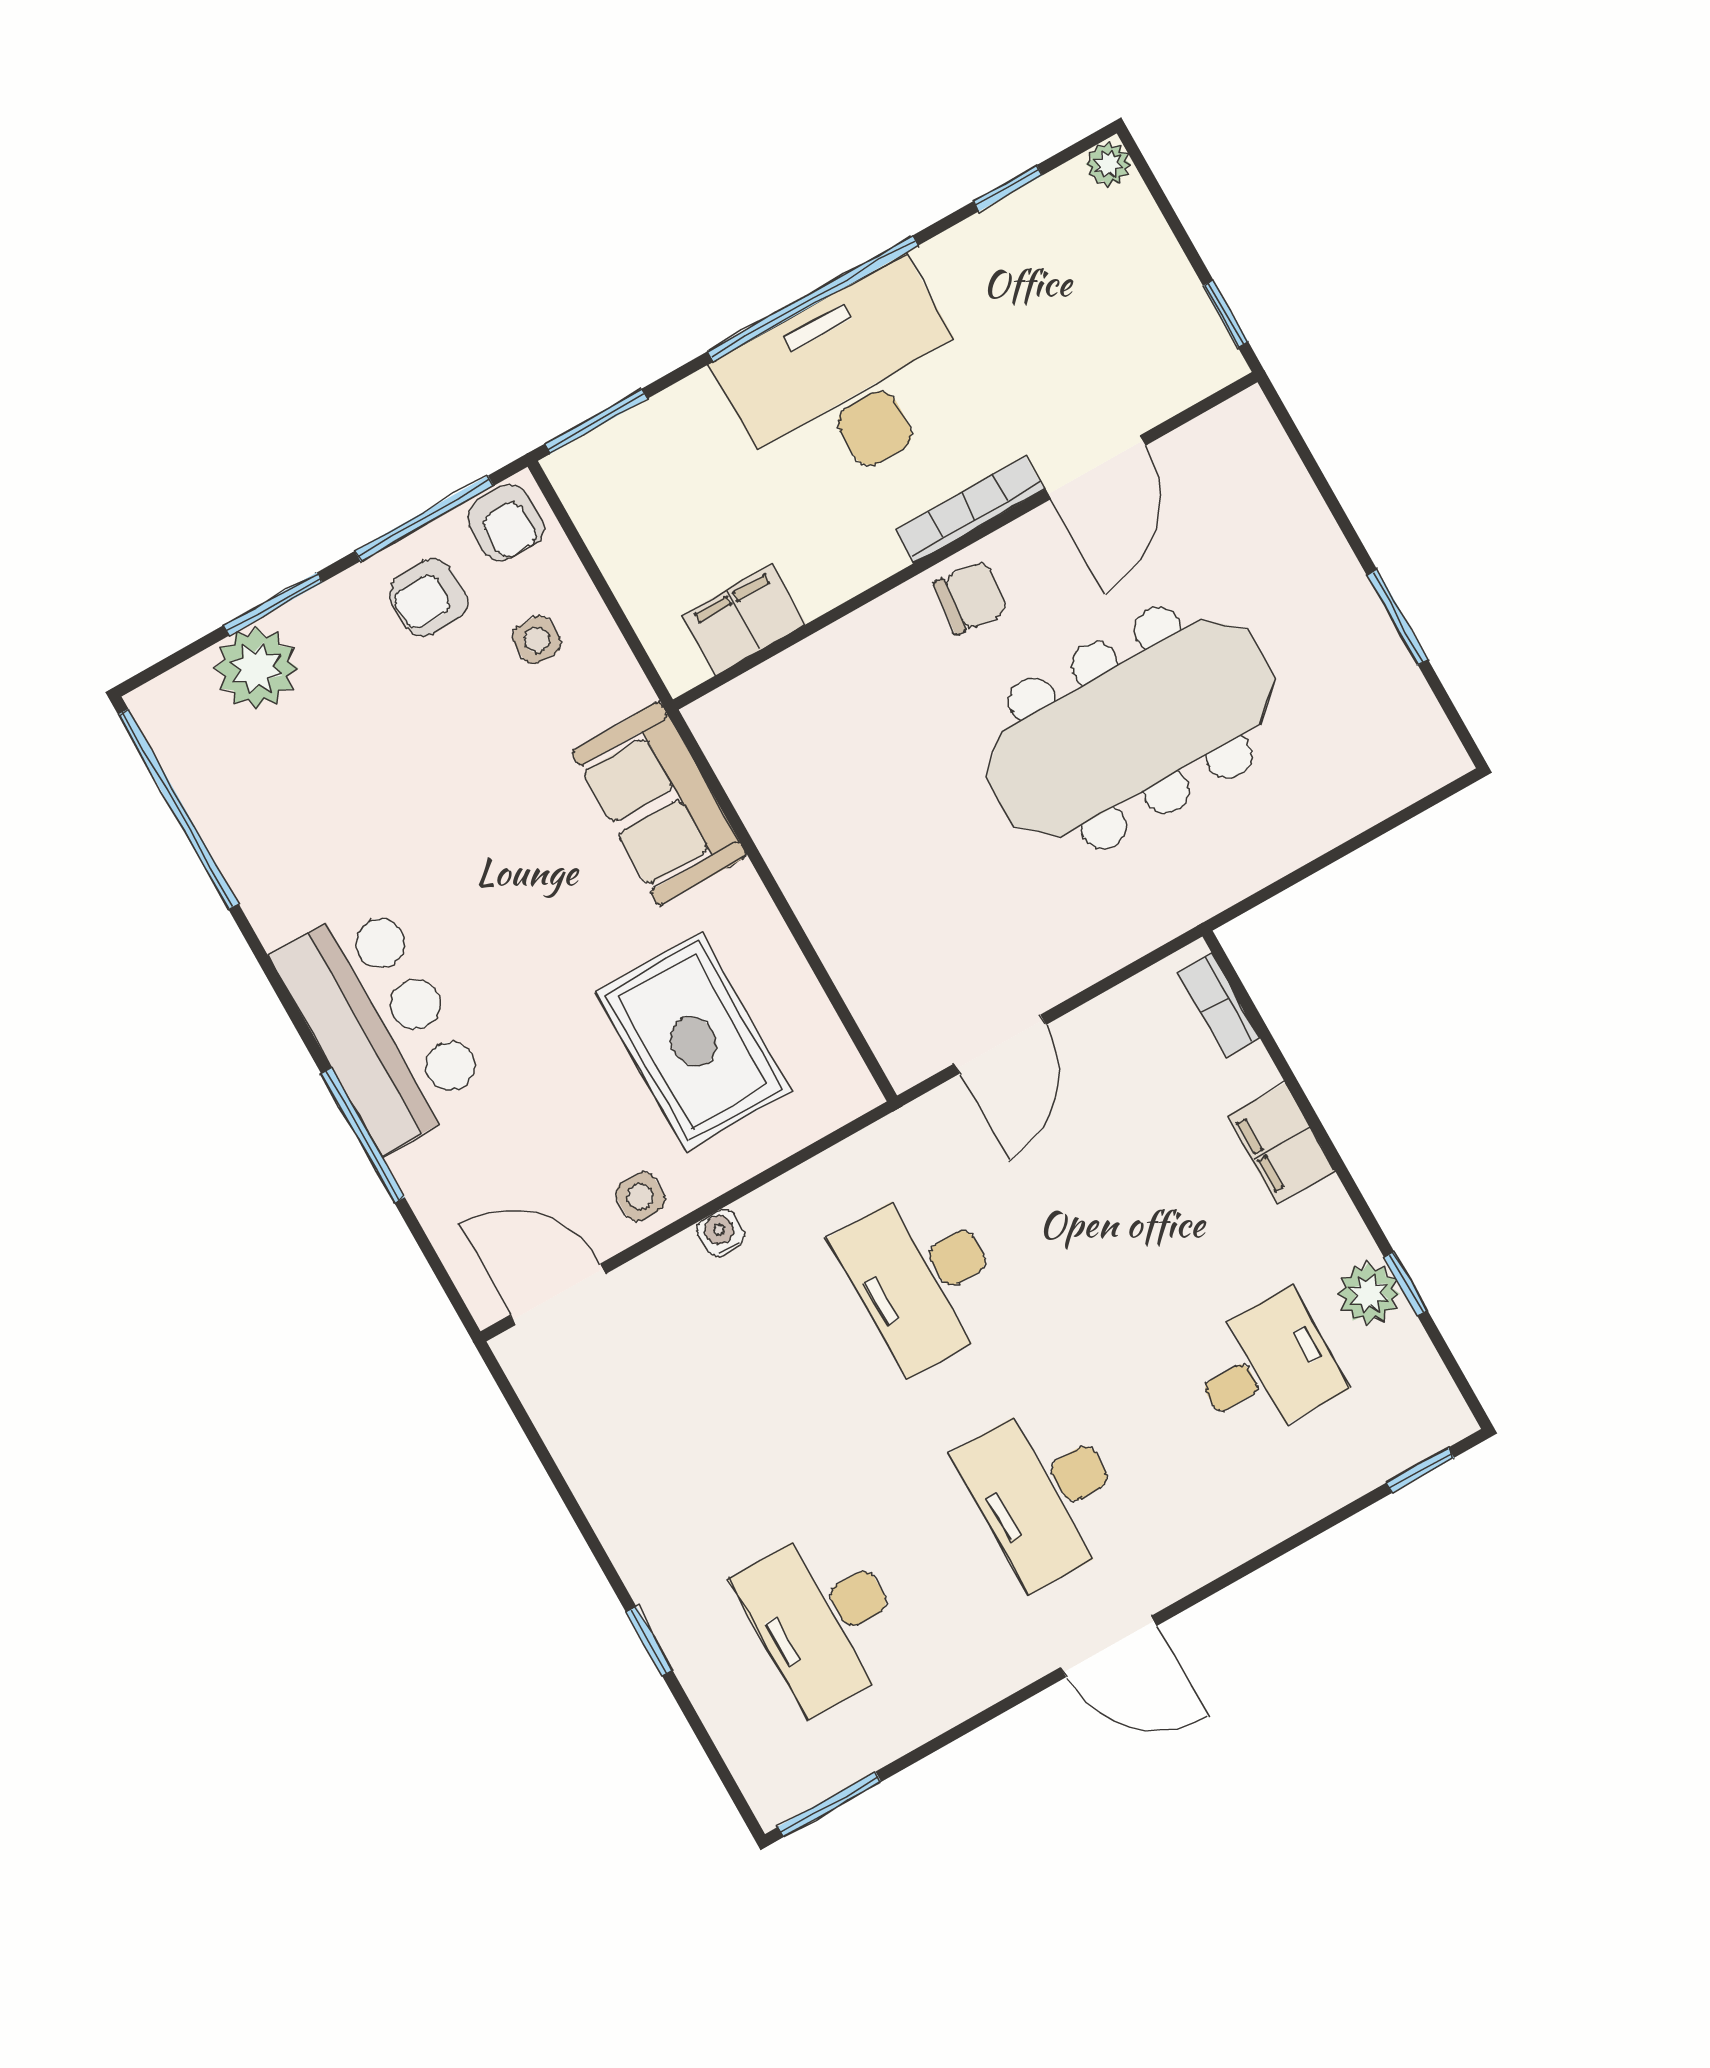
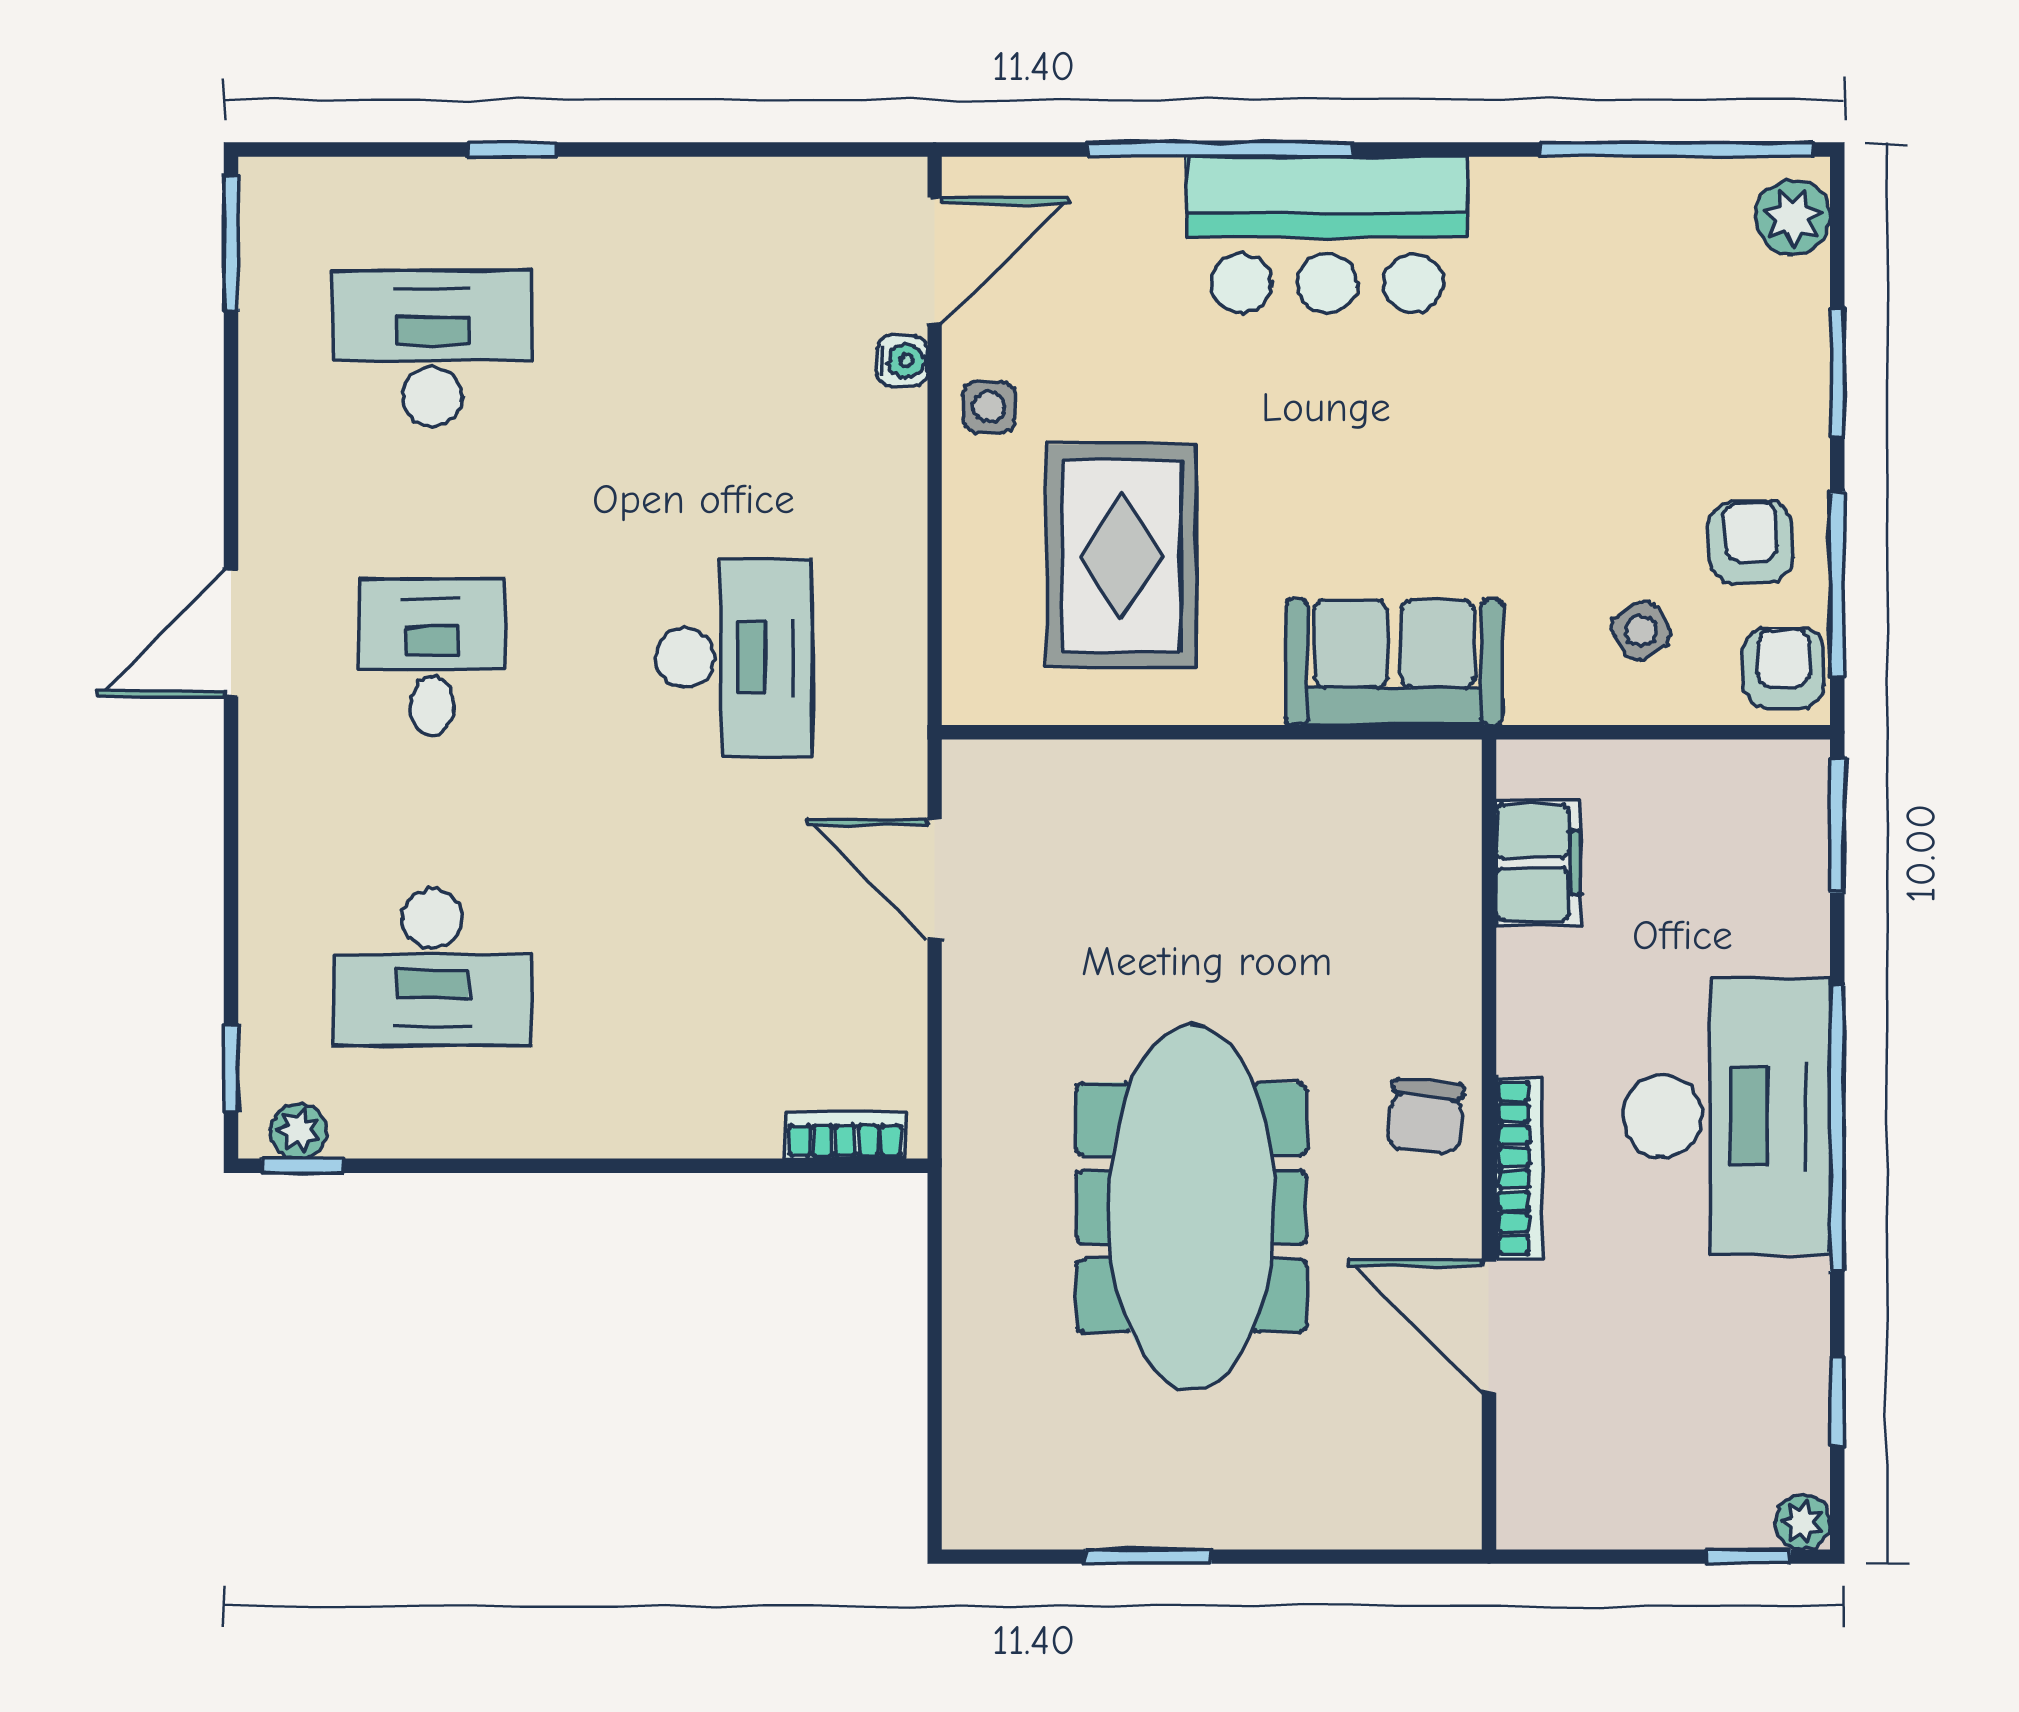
window: (1226, 314) -> (1748, 1557), moved
armchair: (506, 523) -> (1784, 668), turned 90
side table: (537, 640) -> (1641, 631), turned -33
plant: (256, 668) -> (1793, 217), moved, width x0.73, depth x0.73
rug: (693, 1041) -> (1121, 556), turned 90
window: (363, 1135) -> (1220, 149), width x1.46
filing cabinet: (1281, 1143) -> (661, 1118), removed
water cooler: (721, 1233) -> (902, 361), moved
desk: (923, 1278) -> (734, 658), turned 90
window: (1406, 1284) -> (302, 1166), moved
plant: (1369, 1294) -> (299, 1131), moved, width x0.73, depth x0.73
desk: (1266, 1368) -> (432, 967), width x1.37
desk: (1045, 1493) -> (432, 658), width x0.73

